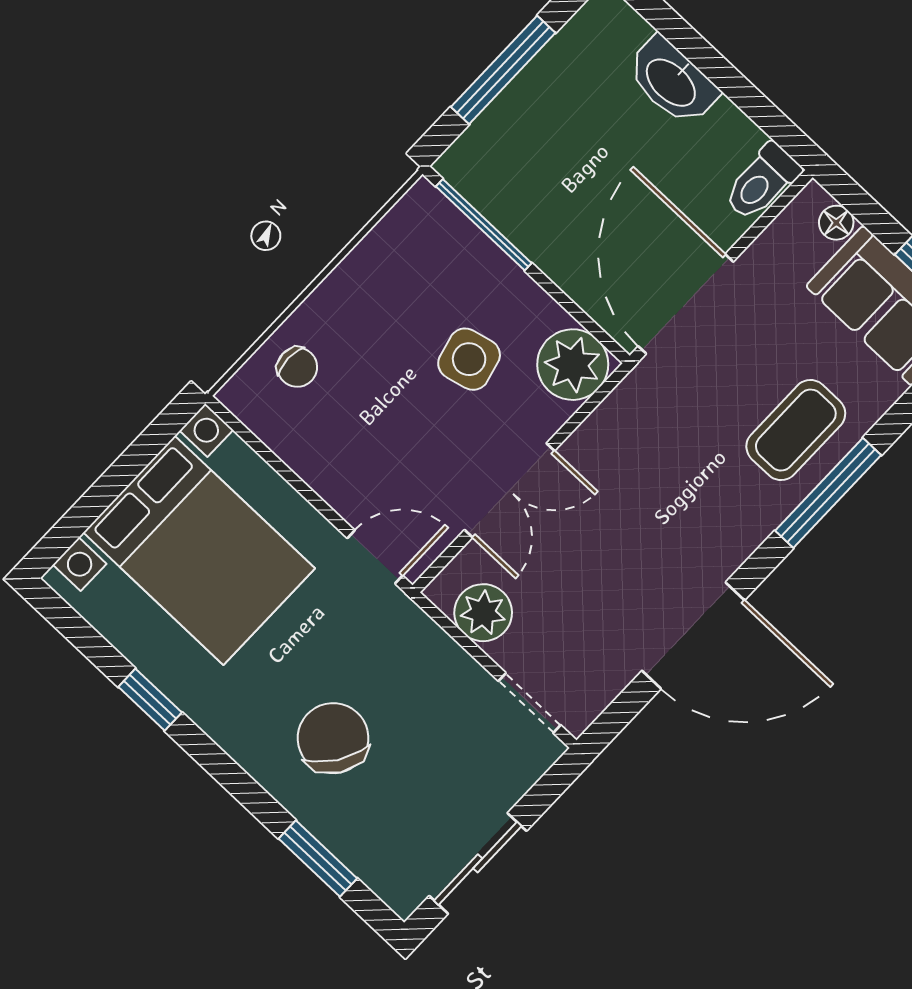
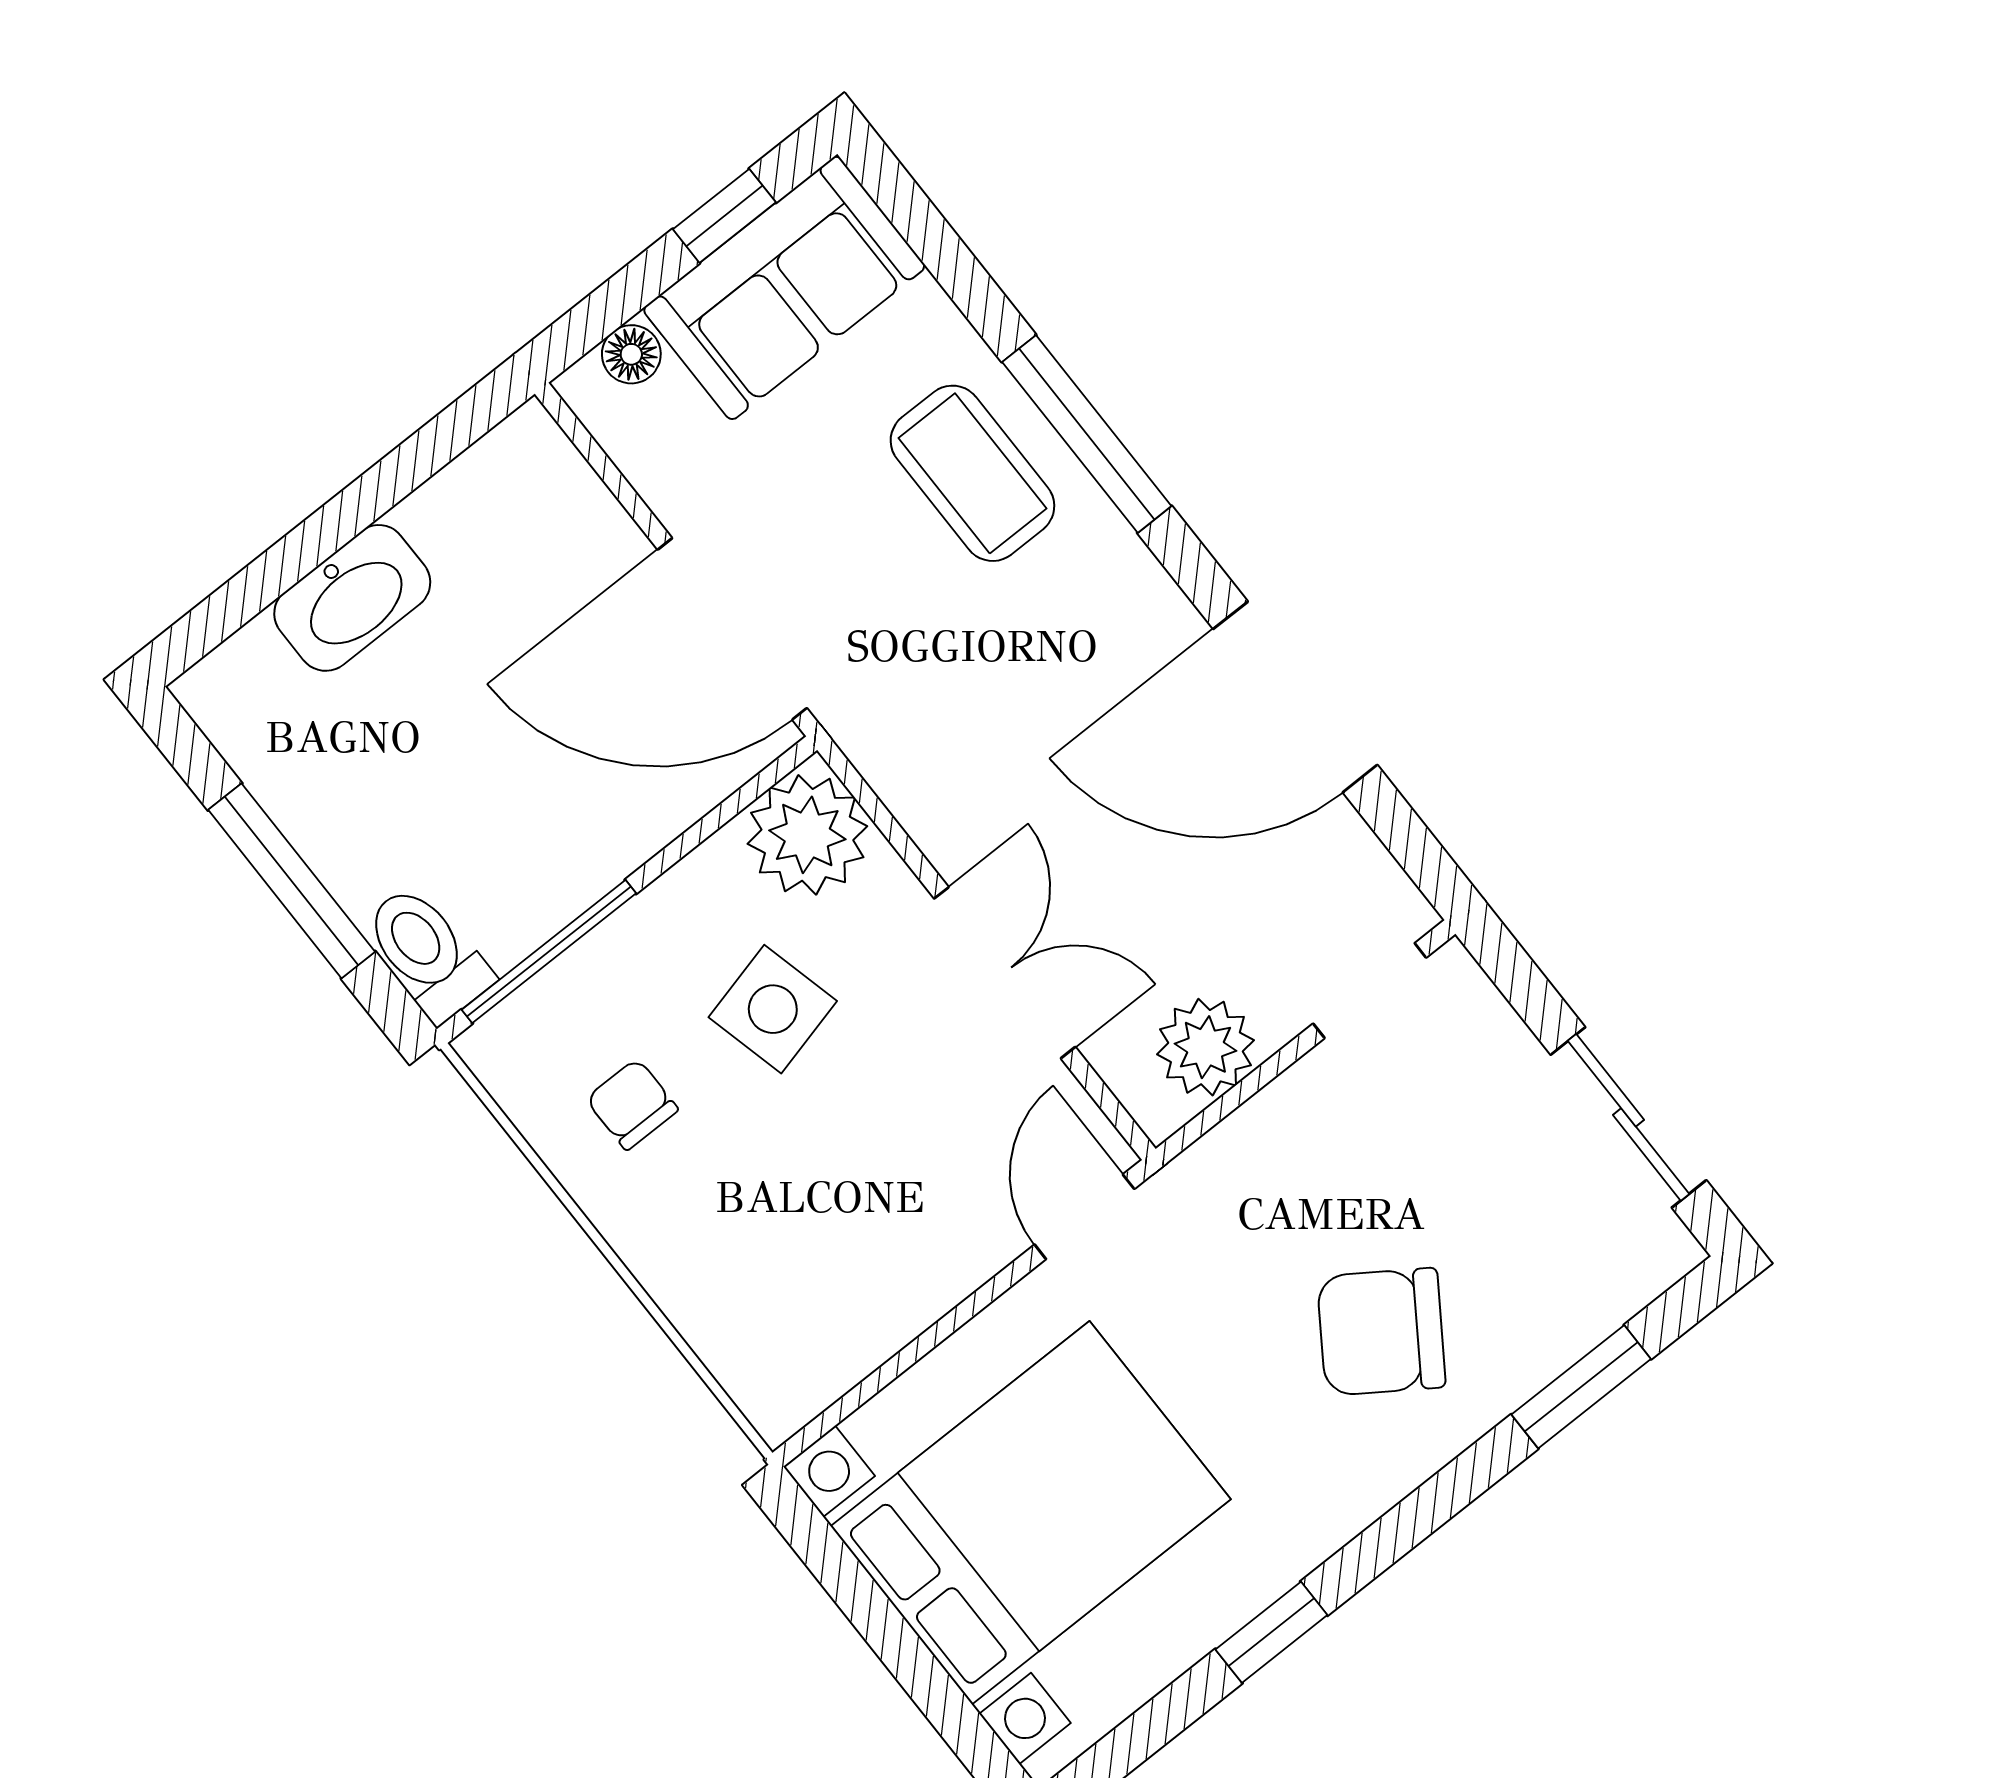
toilet: (762, 182) -> (427, 953), moved, turned 180
chair: (297, 367) -> (632, 1104), moved, turned -90
door: (693, 635) -> (1295, 697), swing flipped

